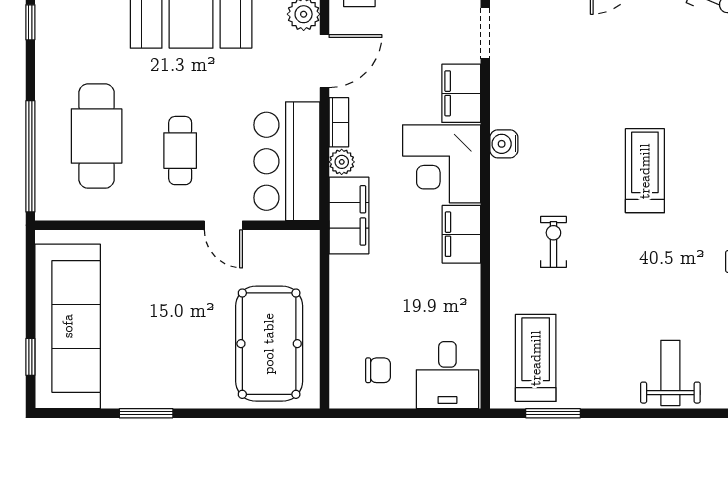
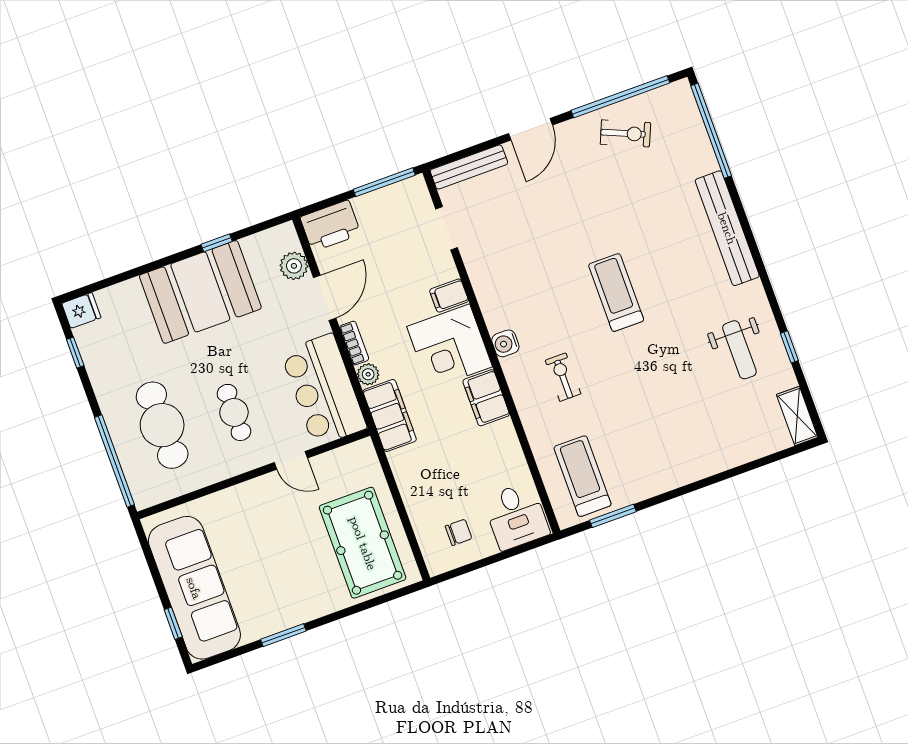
filing cabinet: (461, 93) -> (449, 296), width x0.50
water cooler: (504, 144) -> (505, 343), moved
weight bench: (670, 373) -> (696, 449), removed

